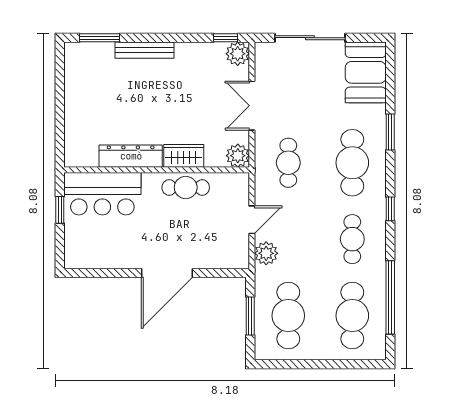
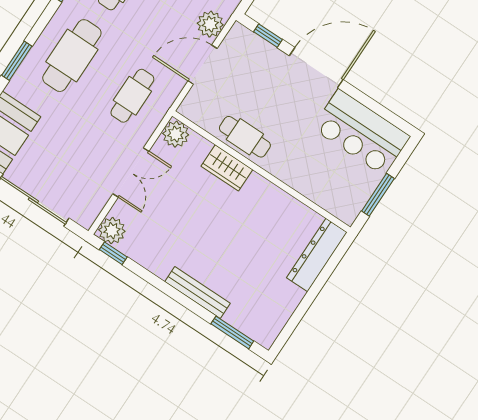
dresser: (131, 156) -> (317, 255), moved, turned 90
bar counter: (102, 194) -> (361, 132), moved, turned 180
window: (60, 210) -> (378, 195), width x1.50
door: (252, 220) -> (203, 65), width x1.38
window: (218, 273) -> (268, 36), added

